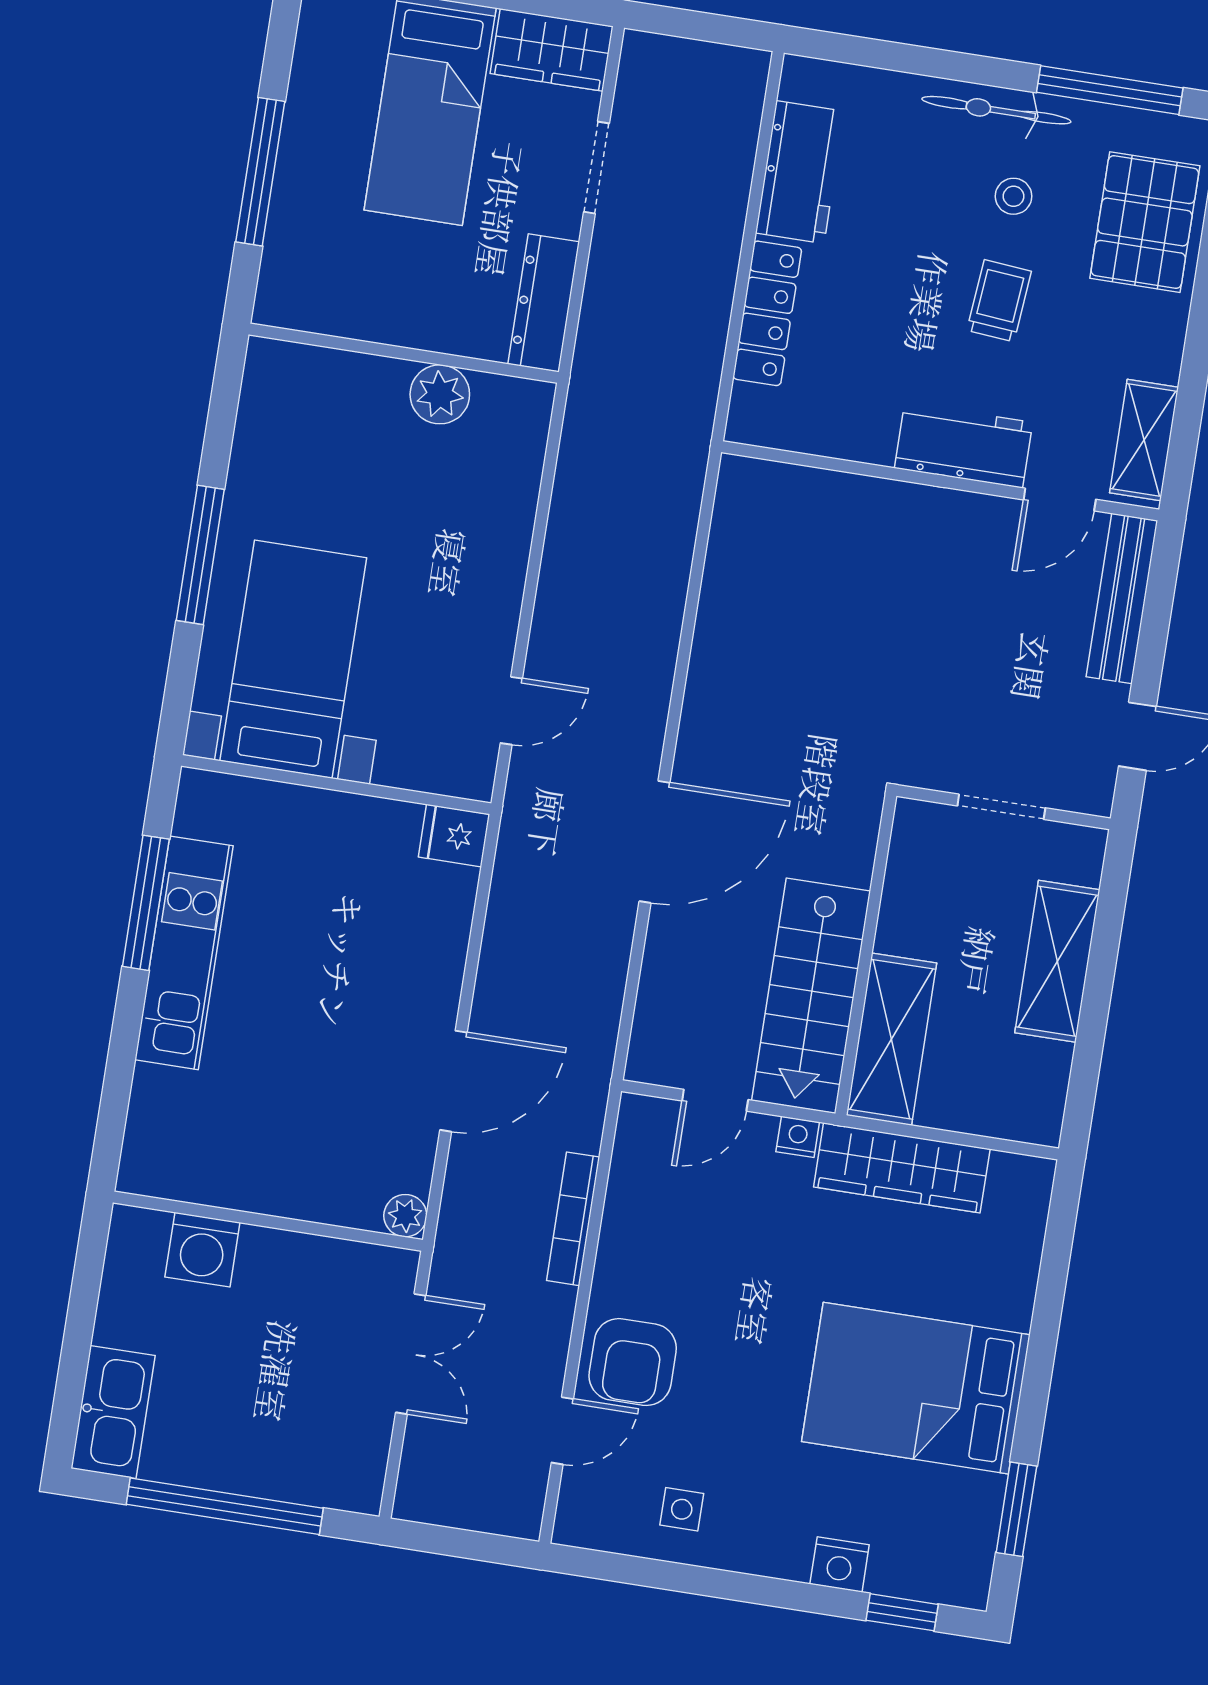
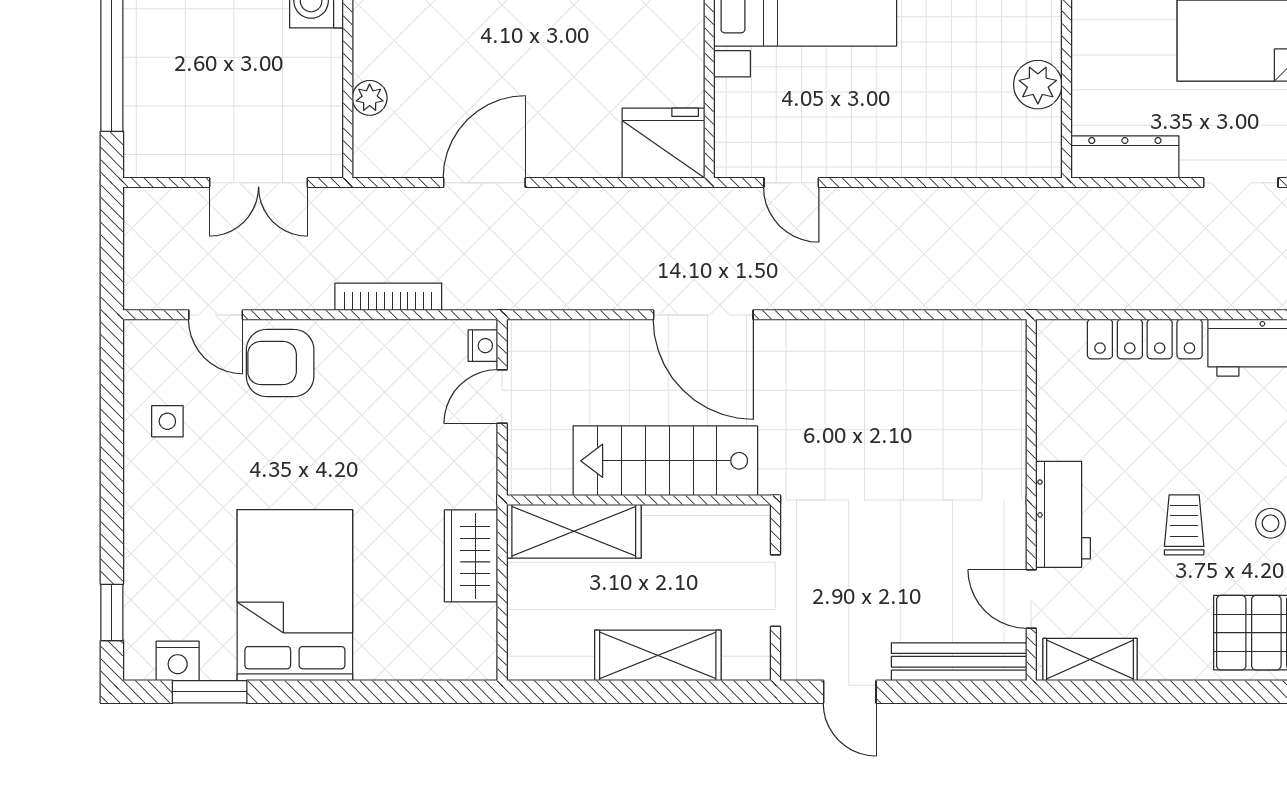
trolley: (999, 301) -> (1184, 525), turned -95
fridge: (454, 836) -> (664, 143), width x1.88, depth x1.34
stairs: (811, 996) -> (665, 461), moved
door: (453, 1081) -> (484, 183), swing flipped
door: (715, 1100) -> (502, 396), hinge flipped
nightstand: (798, 1137) -> (483, 346), moved
wardrobe: (902, 1168) -> (471, 556), width x0.67
plant: (405, 1216) -> (370, 98), moved
nightstand: (840, 1564) -> (178, 661), moved, turned -90

